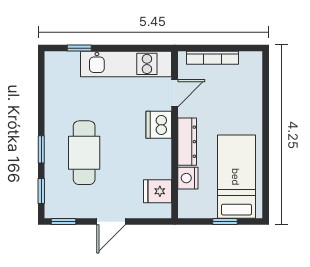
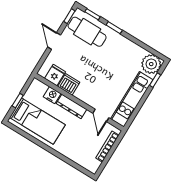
plant: (60, 67) -> (151, 64), added
dishwasher: (159, 125) -> (69, 84), moved
cafe table: (84, 153) -> (87, 32), moved

